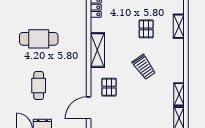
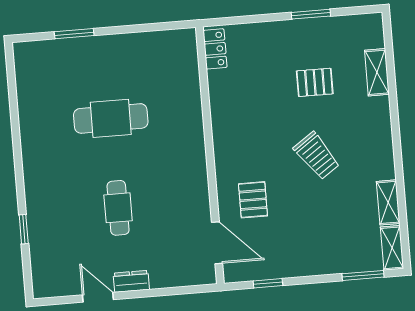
pallet: (146, 29) -> (315, 82), turned 90
shelving: (97, 50) -> (225, 131), removed
door: (89, 108) -> (217, 243), swing flipped

